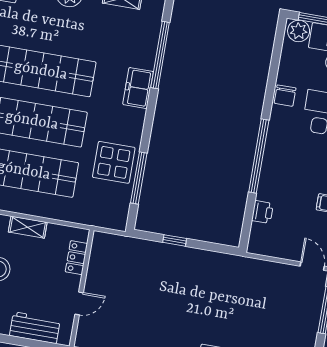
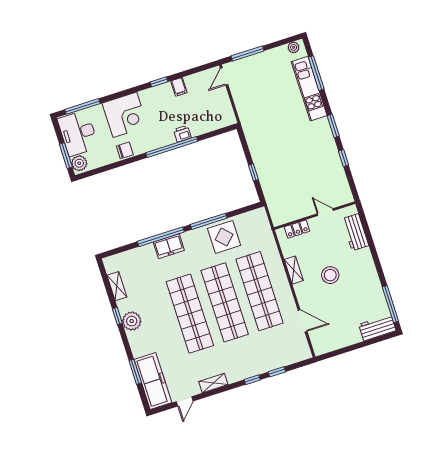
window: (160, 55) -> (161, 237), moved
window: (139, 178) -> (209, 221), moved
printer: (262, 212) -> (182, 134), moved

